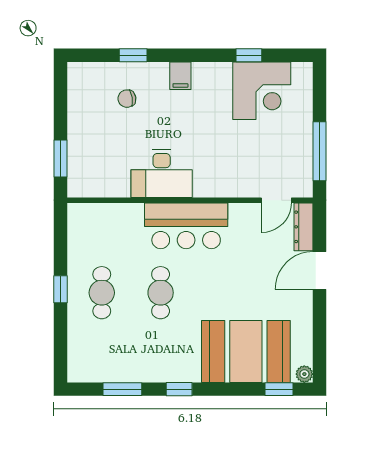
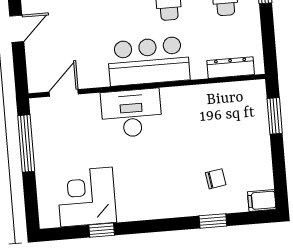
filing cabinet: (180, 76) -> (262, 200), moved, turned -90
desk: (162, 174) -> (131, 113), moved
dresser: (303, 227) -> (231, 68), moved, turned -90
door: (319, 270) -> (17, 29), width x0.73

